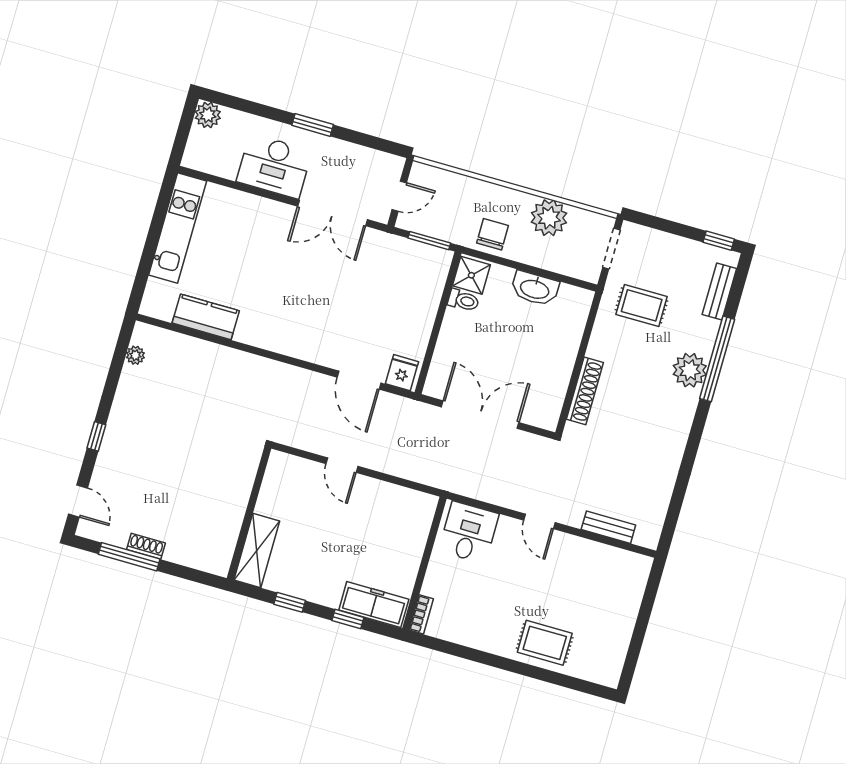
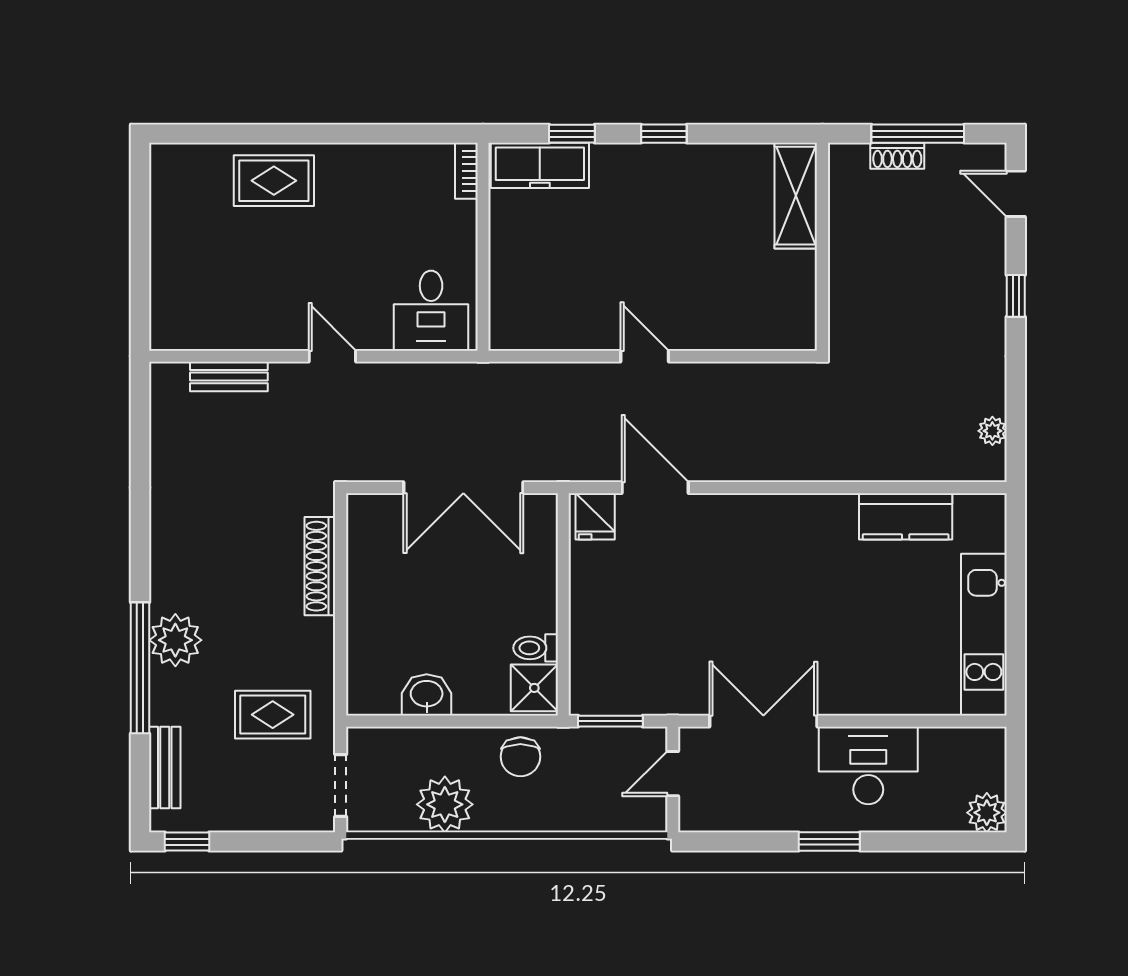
washbasin: (535, 289) -> (427, 695), width x0.72
wall: (249, 513) -> (822, 247), moved
shelving: (257, 551) -> (796, 196), moved

